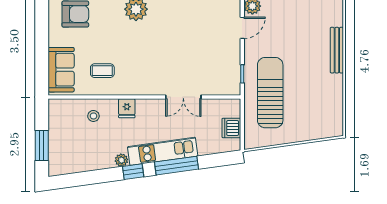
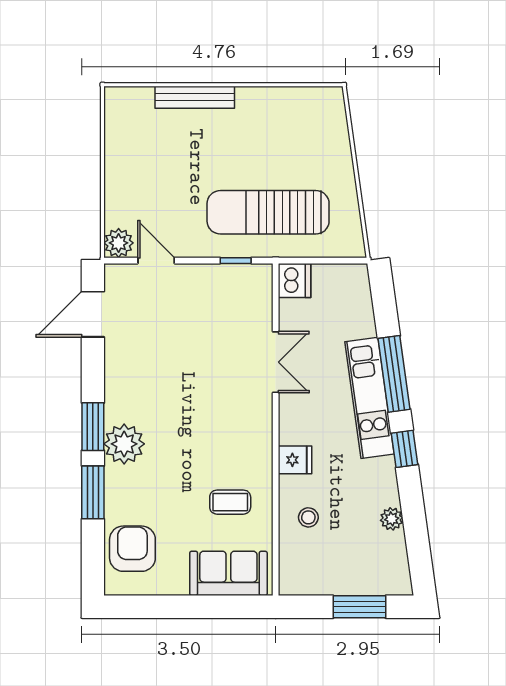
coffee table: (102, 71) -> (230, 502), turned 90
dishwasher: (231, 128) -> (295, 281), moved, turned -90
plant: (121, 160) -> (392, 519), moved

